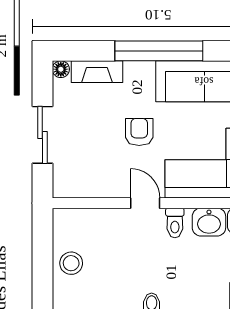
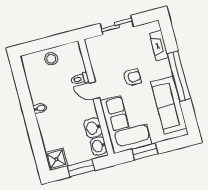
floor lamp: (61, 69) -> (155, 26), removed
door: (145, 203) -> (94, 90), swing flipped
toilet: (175, 223) -> (80, 79), moved

